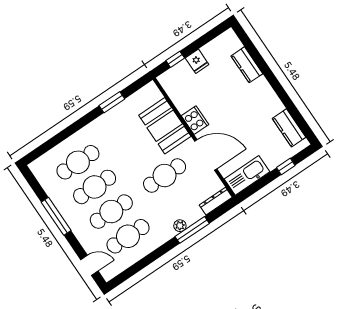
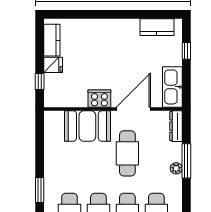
kitchen counter: (247, 65) -> (52, 40), moved, turned -90
window: (112, 102) -> (40, 190), moved

